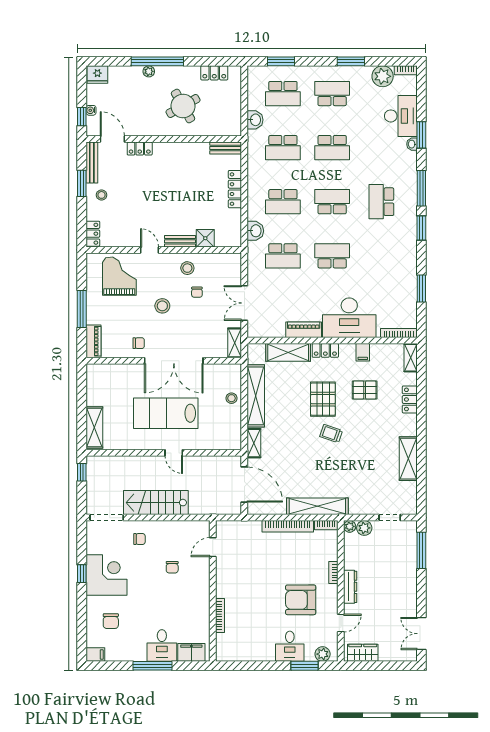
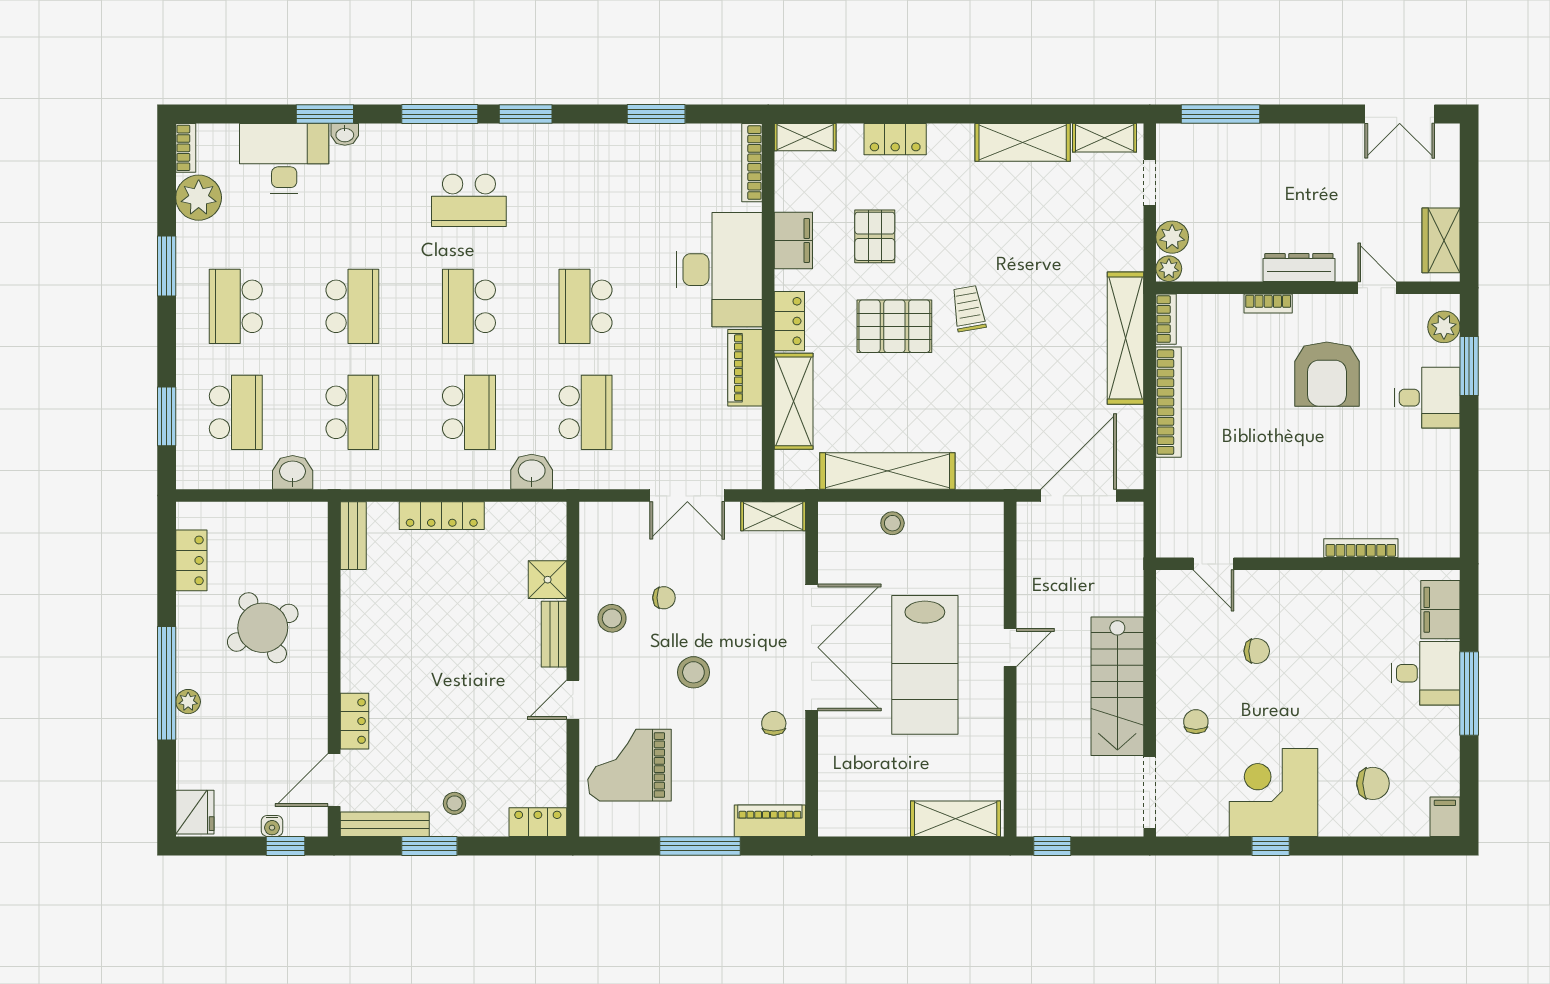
filing cabinet: (363, 352) -> (793, 240), width x2.00
trolley: (331, 434) -> (969, 309), turned 151
shelving: (254, 443) -> (1105, 138), moved

